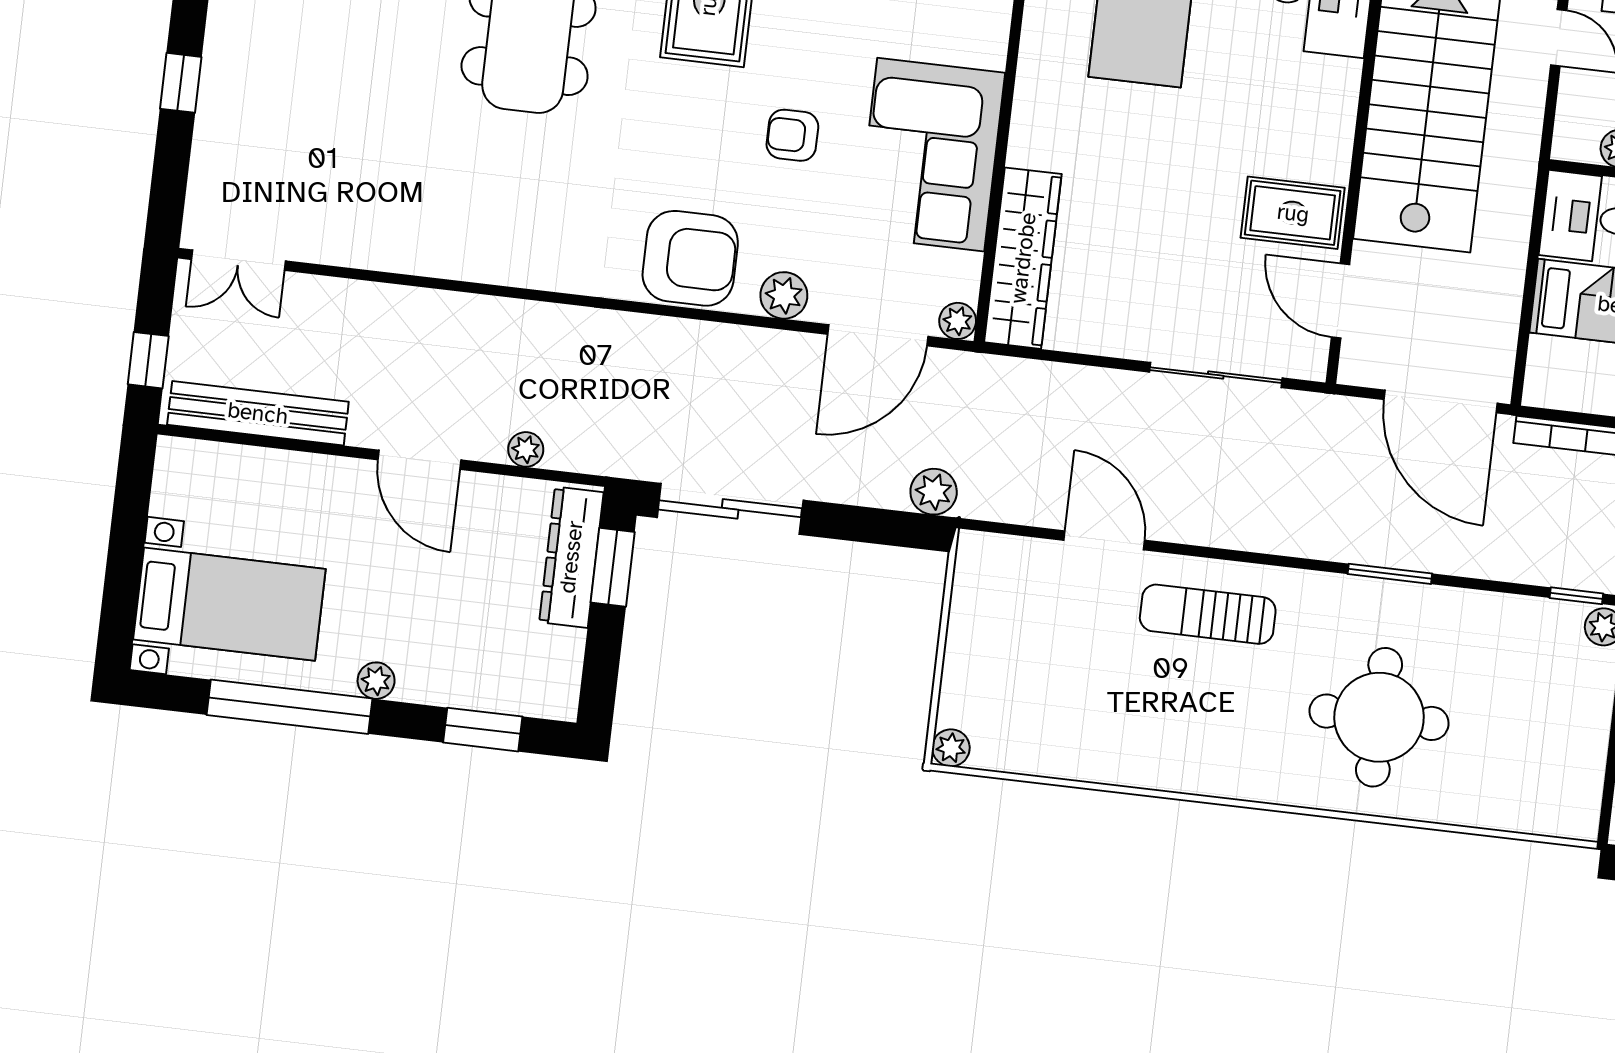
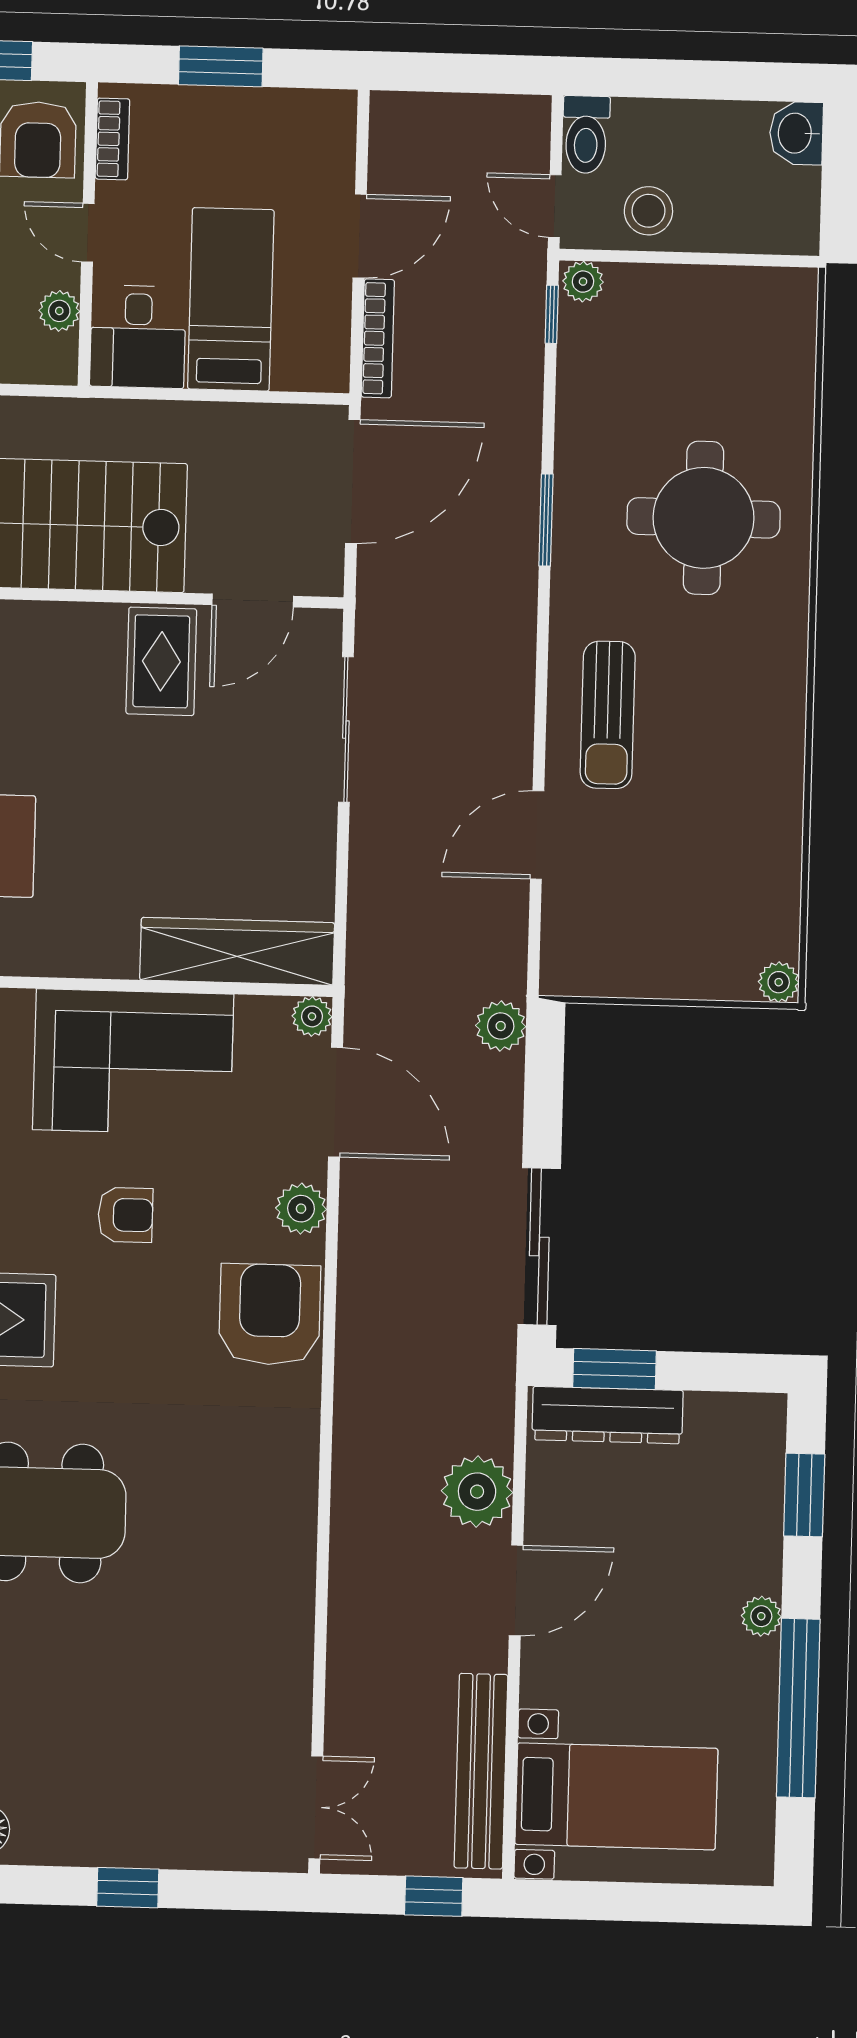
armchair: (792, 135) -> (125, 1215), turned -90
plant: (526, 449) -> (477, 1492), width x1.88, depth x1.88
bed with nightstands: (229, 604) -> (616, 1796), moved, turned 90

